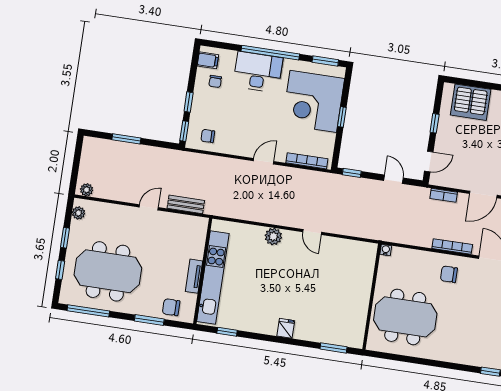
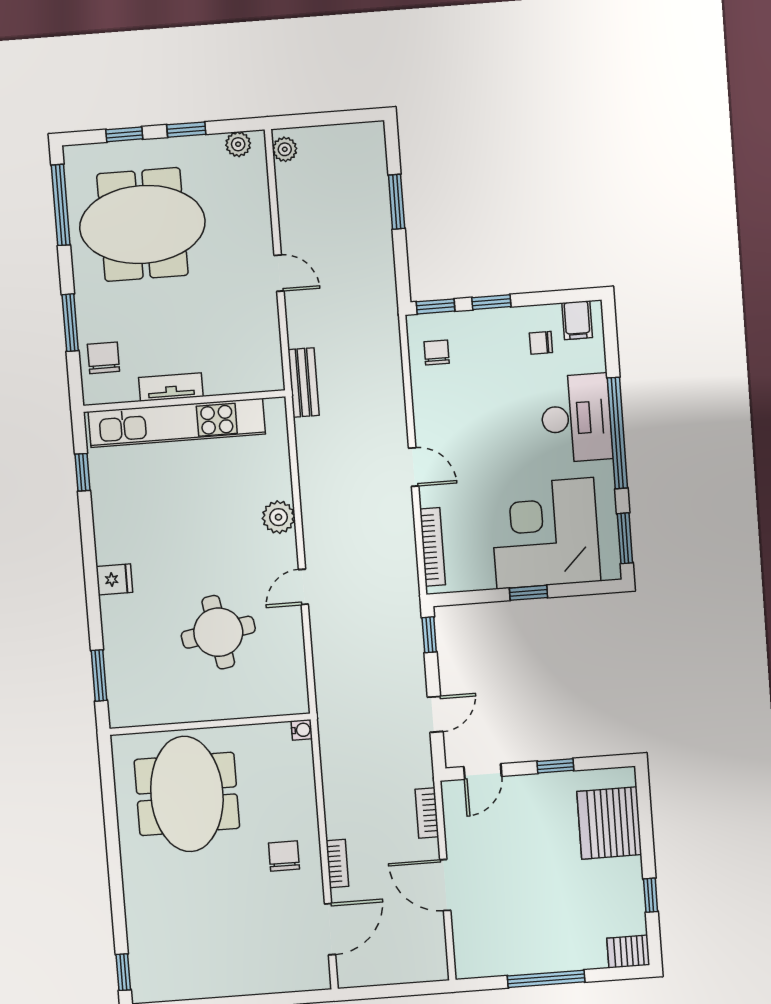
door: (429, 162) -> (483, 771), hinge flipped
bench: (186, 204) -> (304, 383), moved
bookcase: (452, 246) -> (337, 864), width x0.64
meeting table: (108, 271) -> (142, 225), turned 90
round table: (325, 281) -> (218, 632), added

